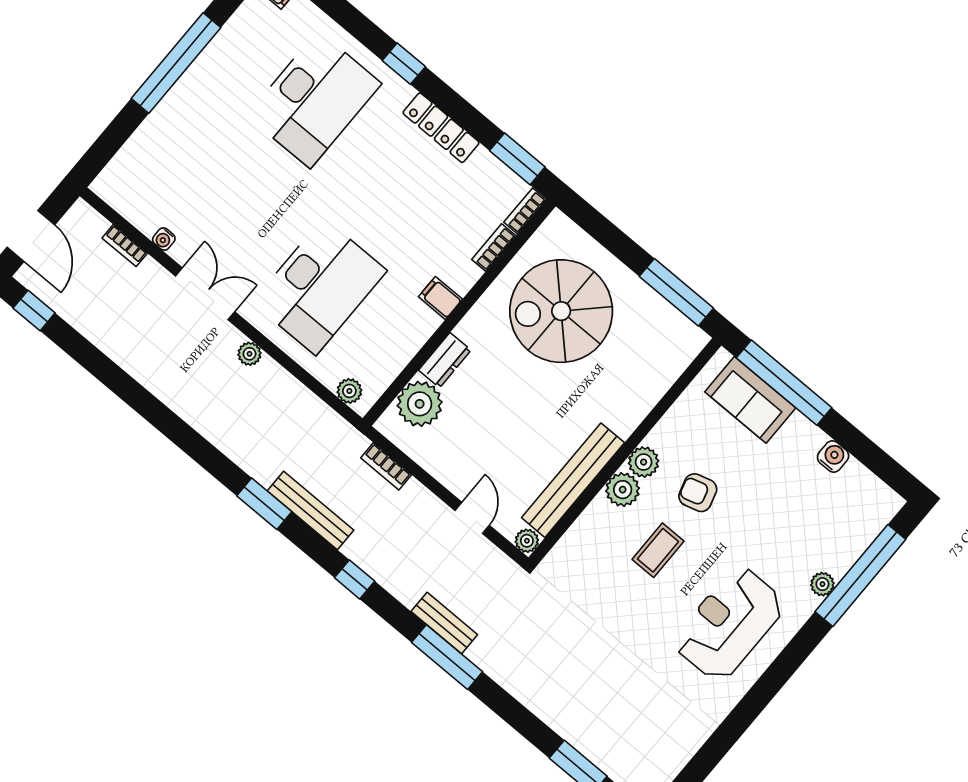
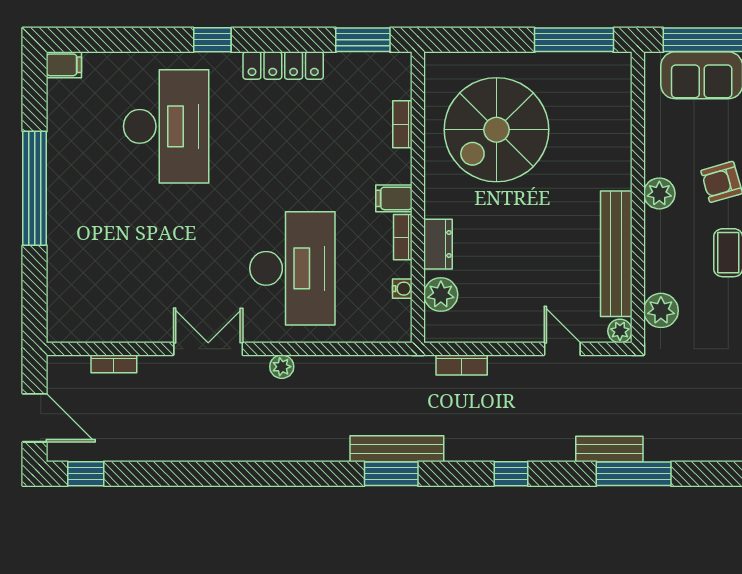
bookcase: (525, 211) -> (403, 237), moved
water cooler: (164, 239) -> (402, 289), moved, turned -90
plant: (349, 391) -> (384, 330), removed
plant: (420, 404) -> (441, 294), width x0.73, depth x0.73
plant: (623, 490) -> (661, 310), moved
bench: (311, 510) -> (397, 449), moved

